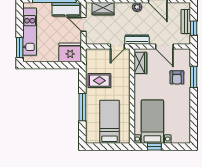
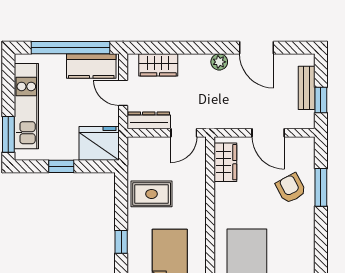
dresser: (137, 40) -> (149, 120), moved
window: (49, 65) -> (61, 166), added
armchair: (177, 77) -> (291, 188), turned 152
window: (82, 107) -> (121, 242), width x0.46

